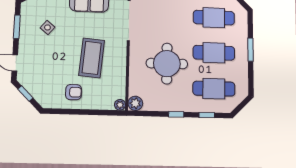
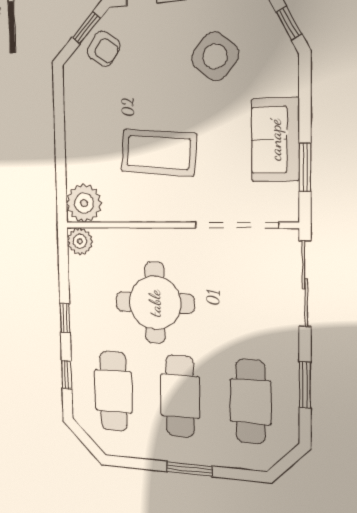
side table: (47, 27) -> (215, 56), width x1.87, depth x1.87
armchair: (74, 92) -> (104, 49), moved, turned -56
plant: (120, 105) -> (84, 203), width x1.88, depth x1.88

